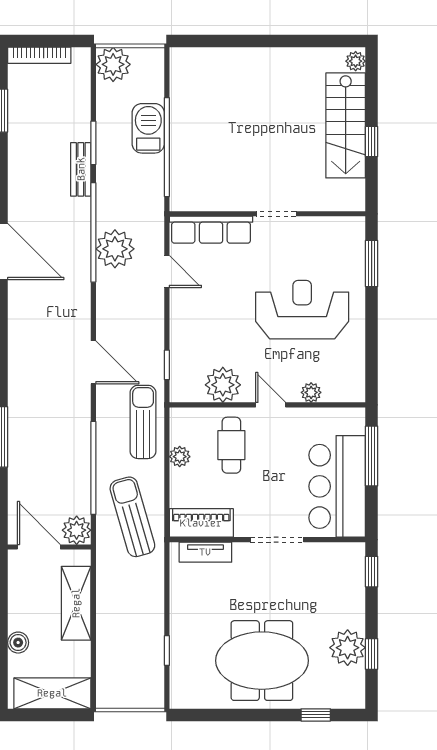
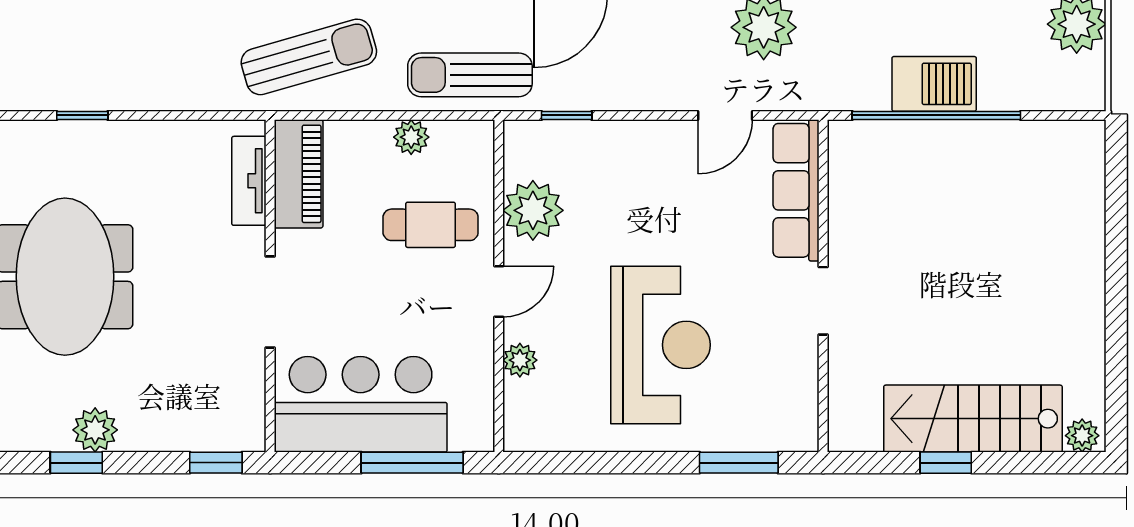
barbecue: (148, 128) -> (934, 84), moved
sun lounger: (143, 422) -> (470, 75), turned 180
plant: (348, 648) -> (95, 430), width x0.73, depth x0.73

